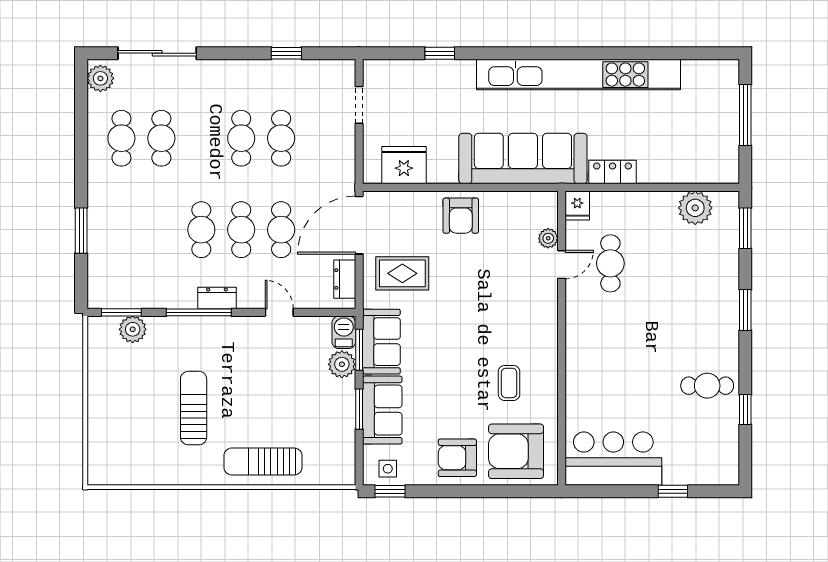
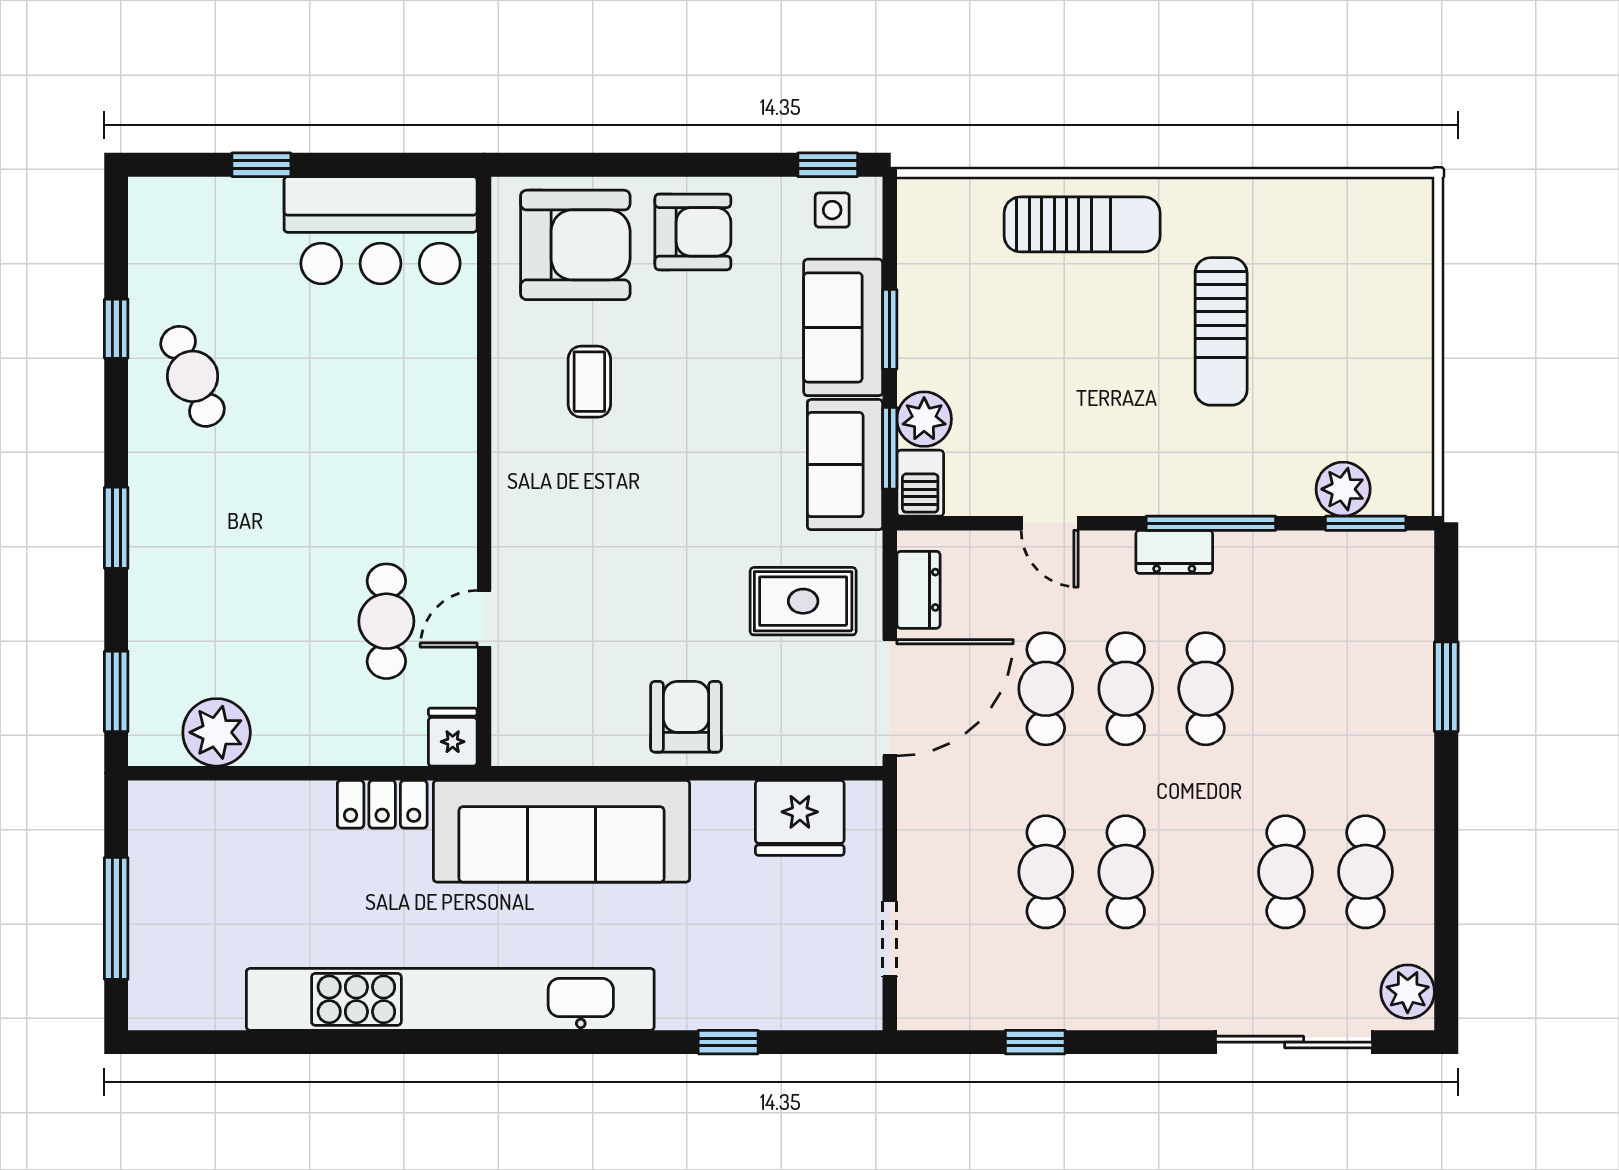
plant: (548, 238) -> (511, 671), removed
cafe table: (707, 386) -> (193, 376), turned 67

